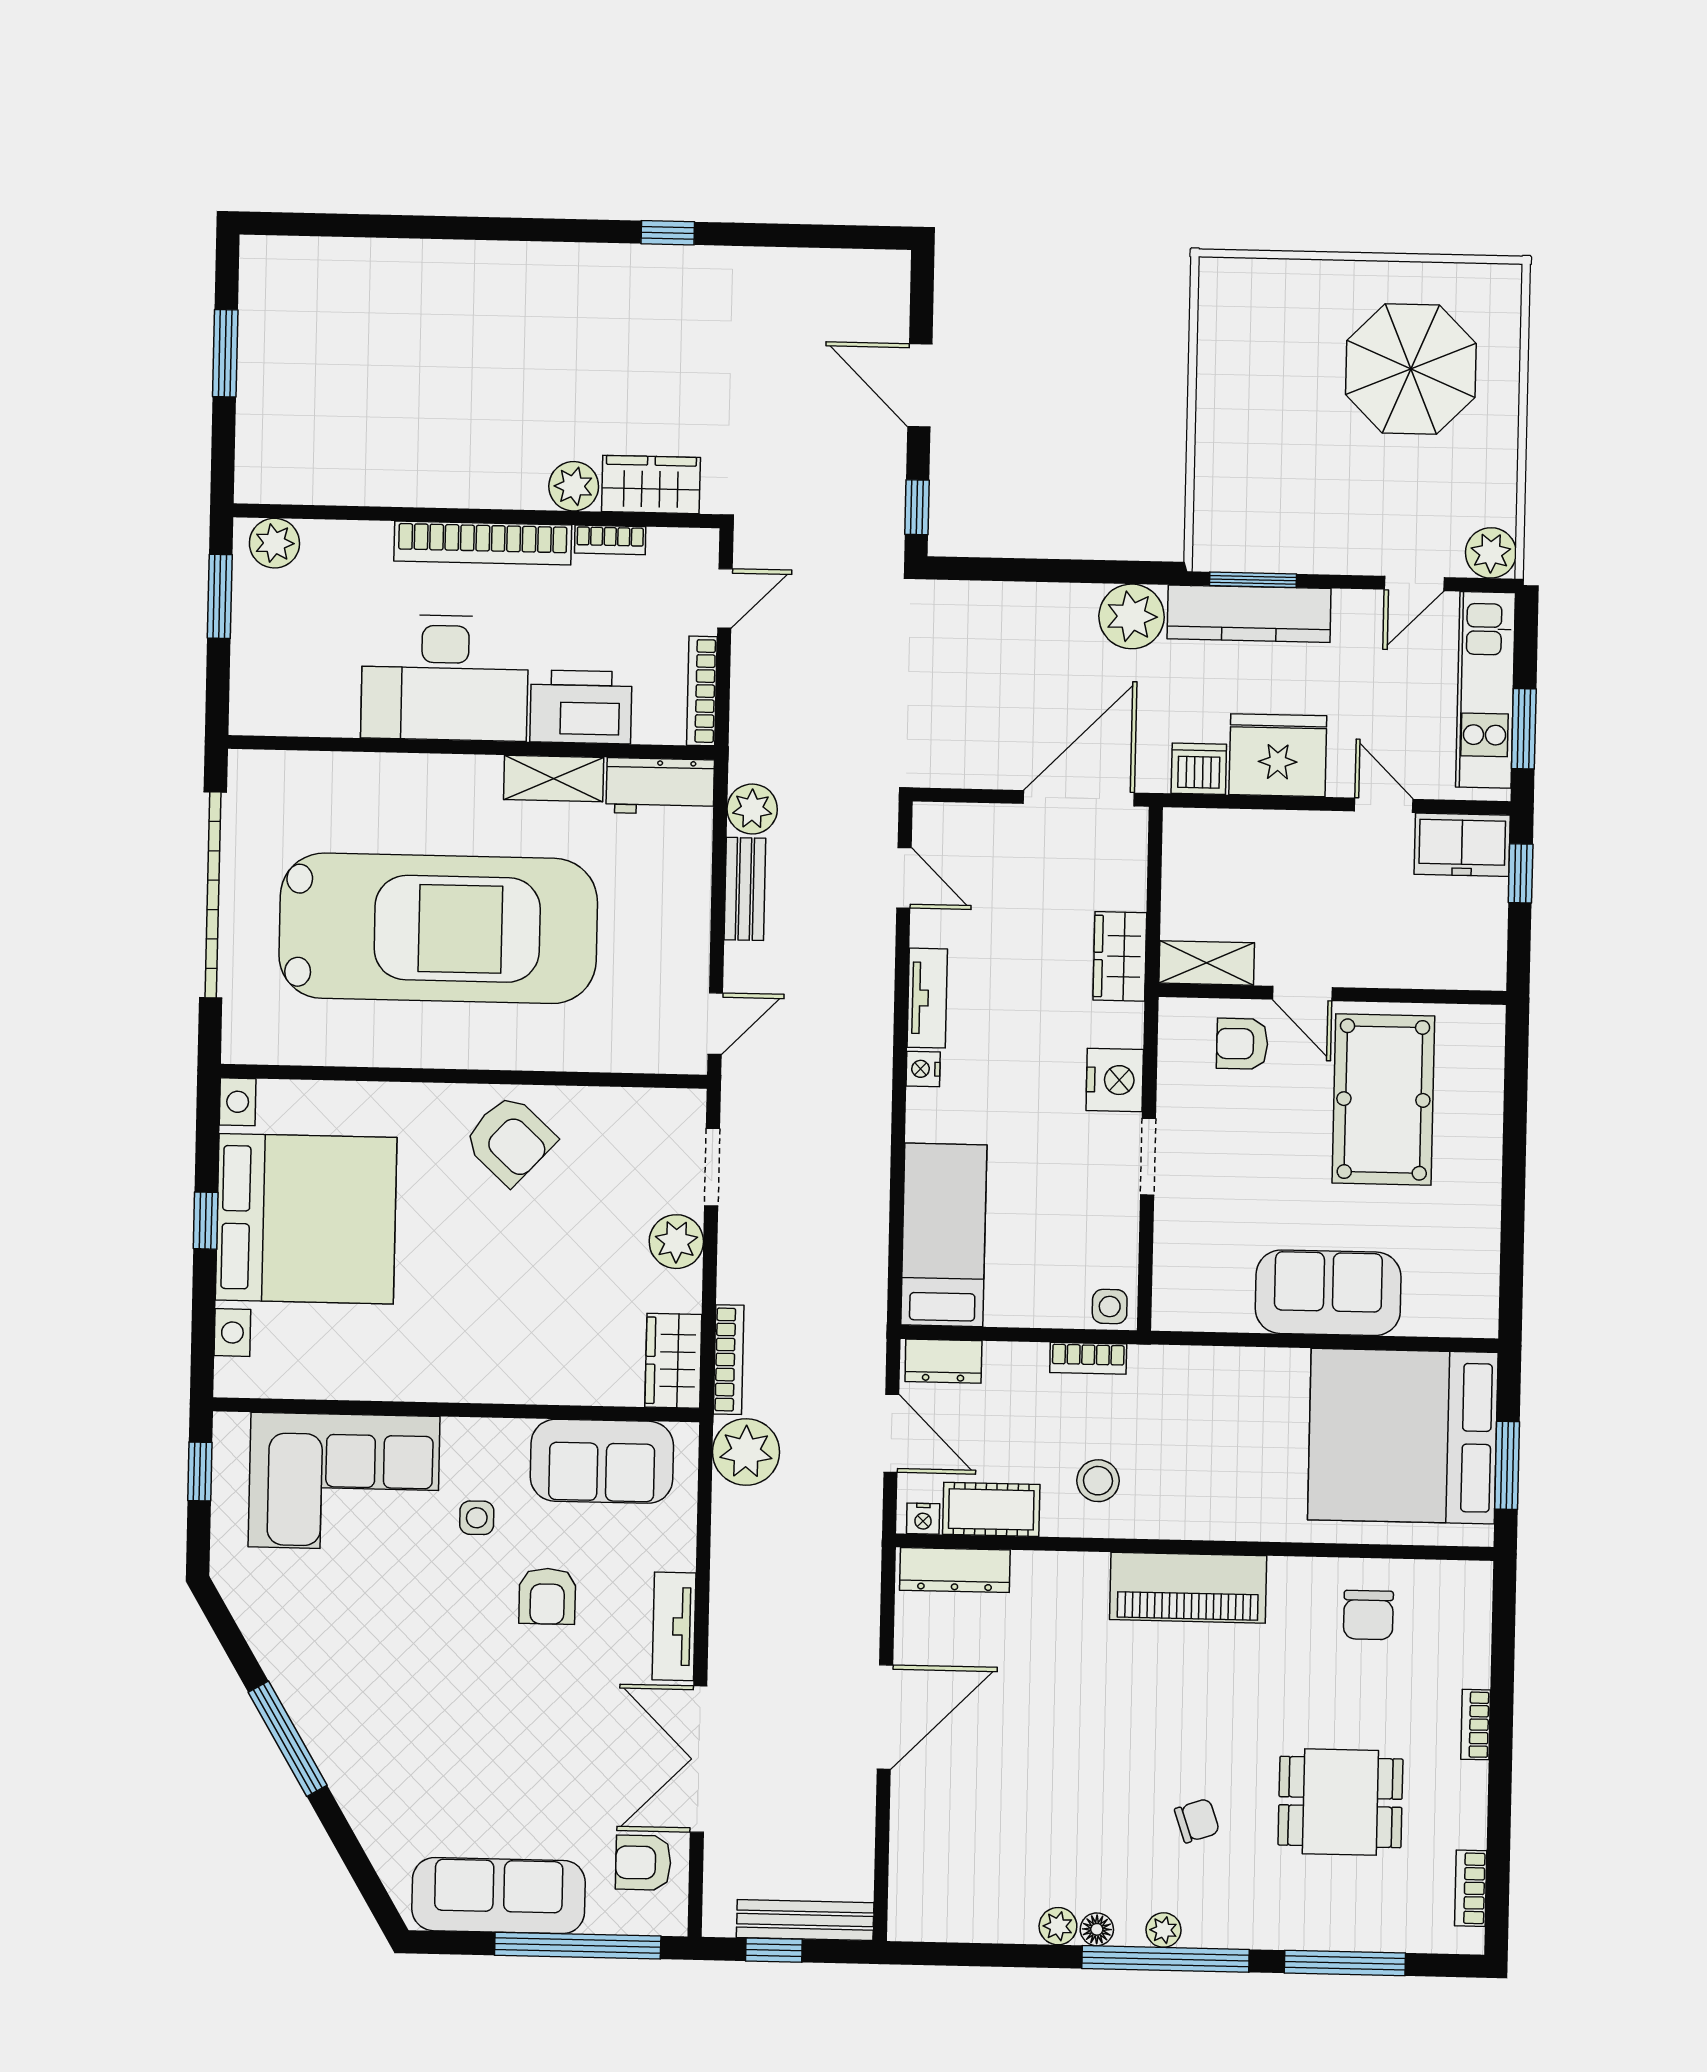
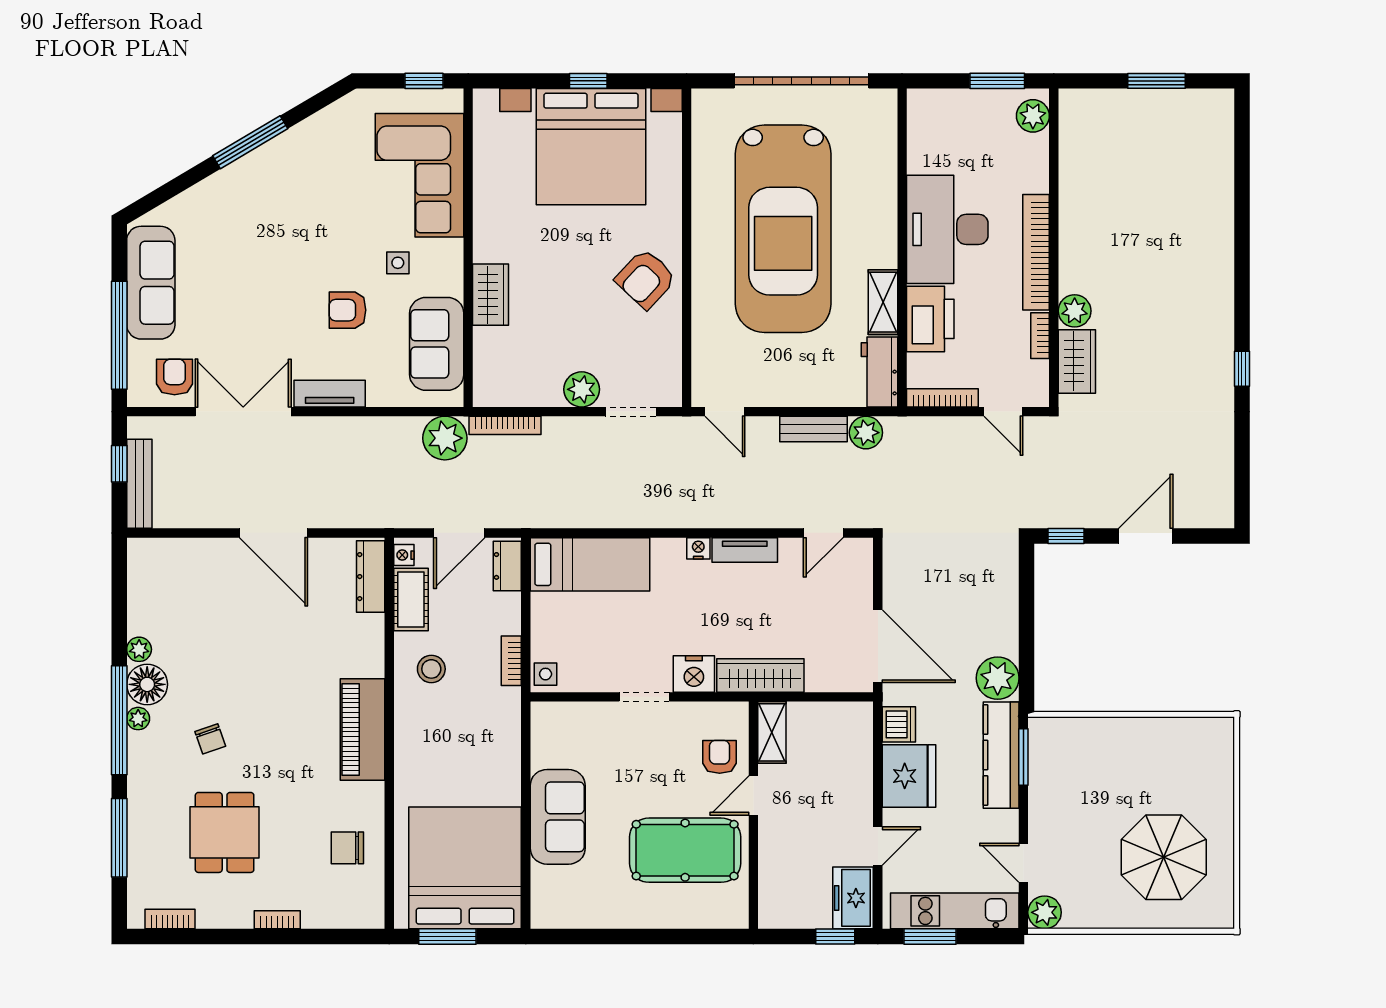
wardrobe: (1120, 956) -> (760, 675), width x1.50
wardrobe: (673, 1361) -> (491, 295), moved, turned 90
floor lamp: (1097, 1929) -> (147, 684), width x1.89, depth x1.89

